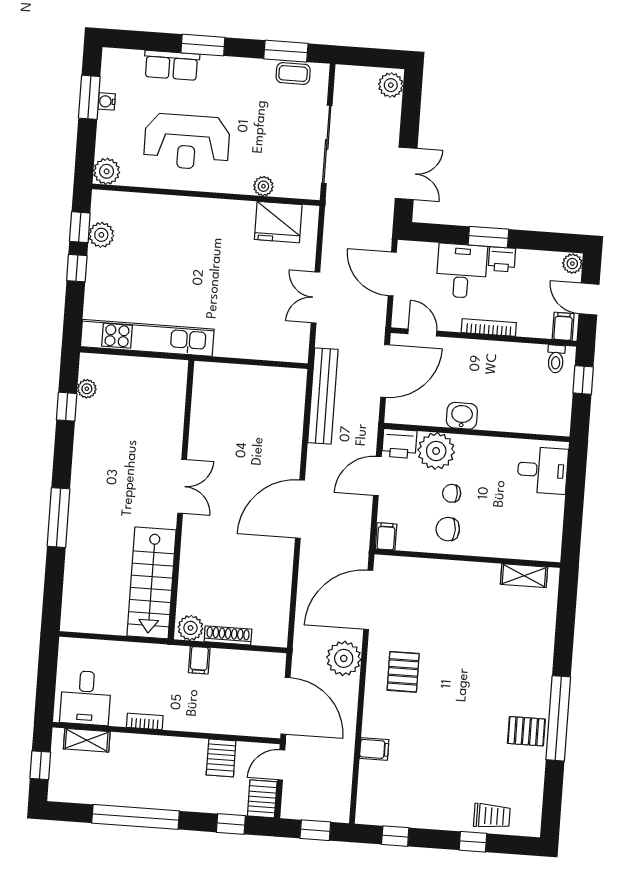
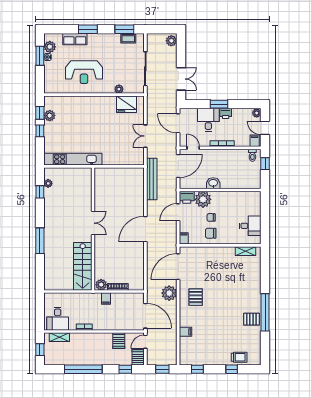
plant: (107, 171) -> (50, 47), moved
desk: (543, 470) -> (250, 226), moved

